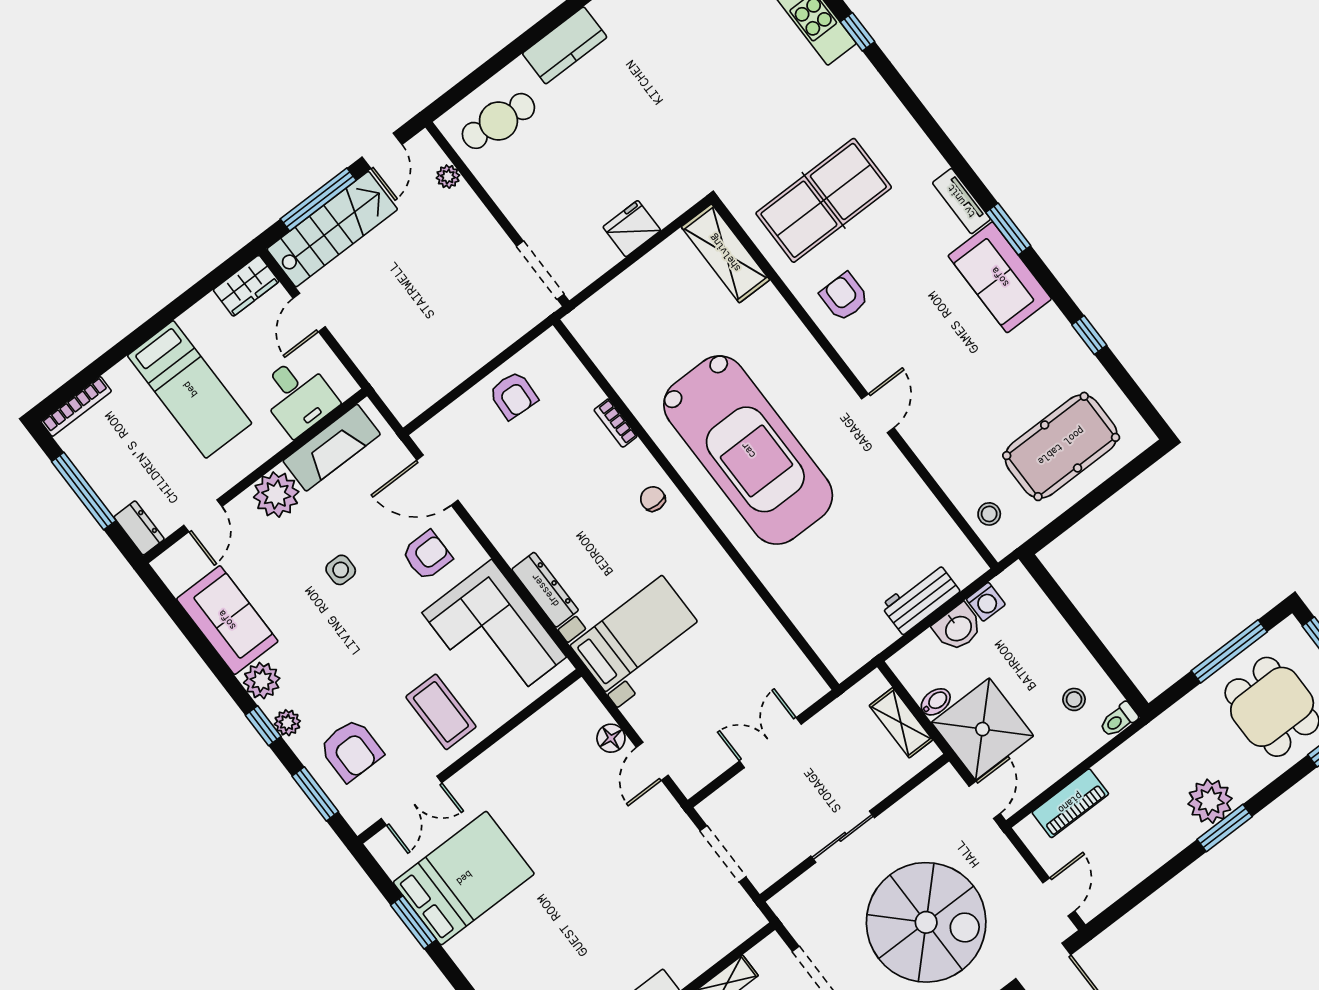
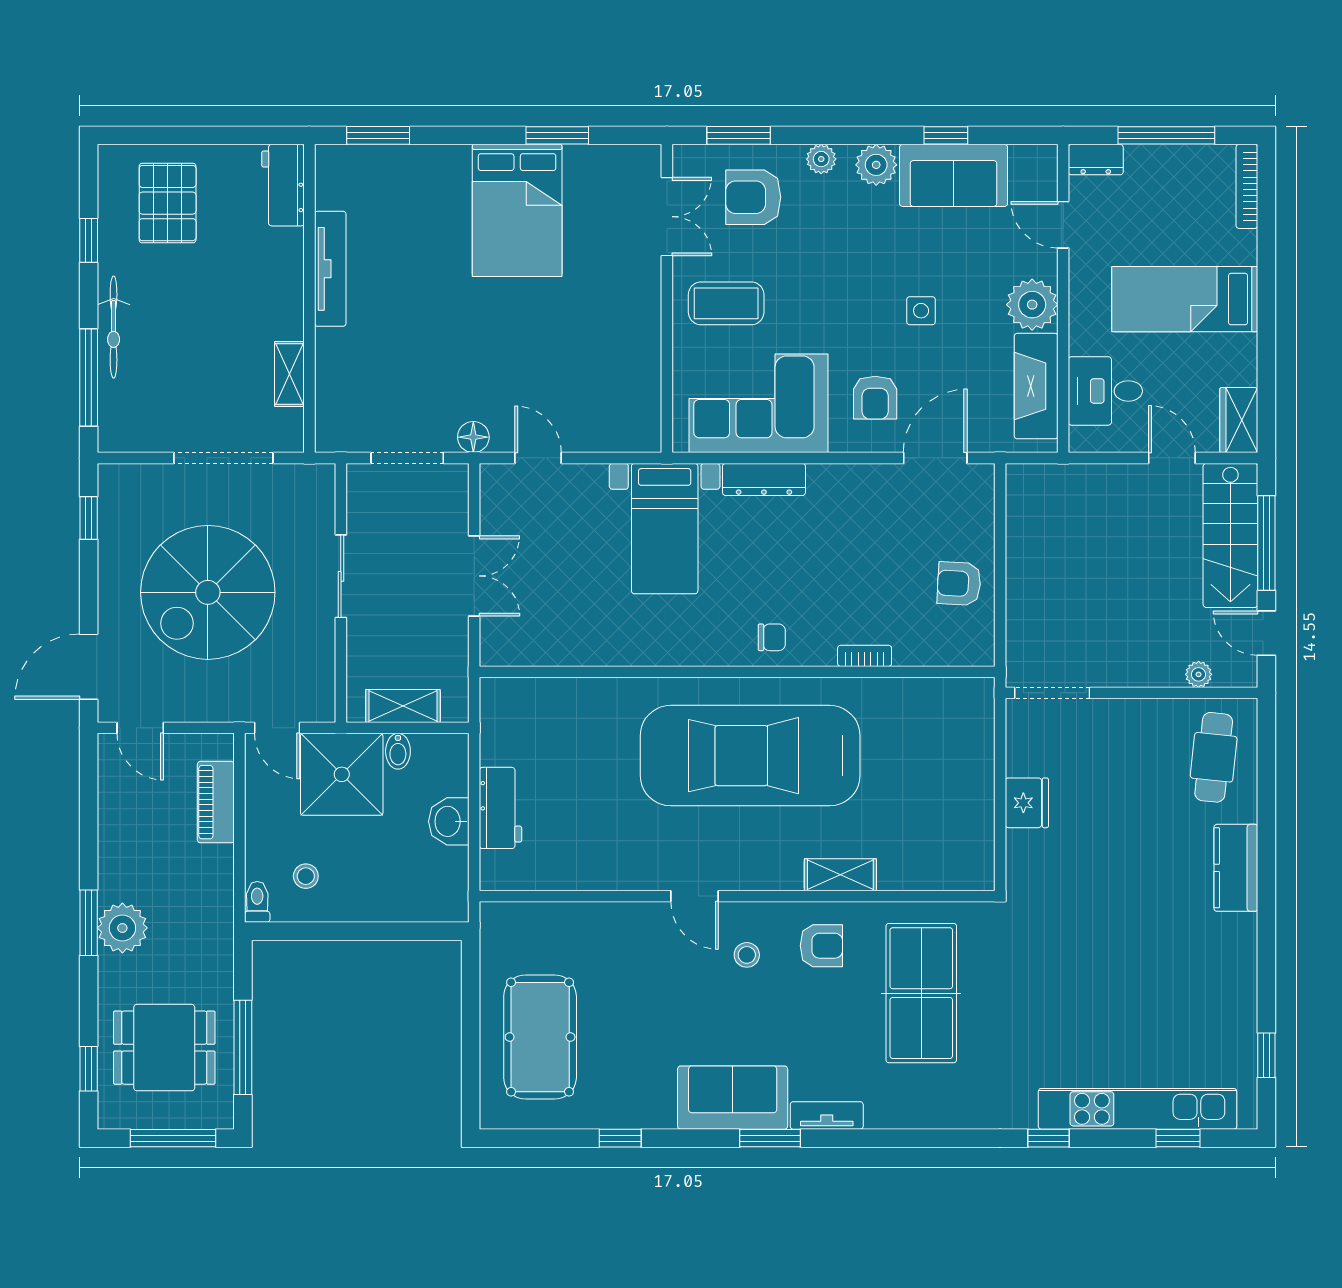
shelving: (725, 253) -> (840, 875), moved, width x0.67, depth x0.75
stool: (989, 514) -> (747, 955), moved
washing machine: (986, 602) -> (453, 864), removed
window: (263, 726) -> (946, 135), moved
floor lamp: (611, 738) -> (473, 437), moved
double door: (412, 801) -> (667, 217), swing flipped
bed: (464, 878) -> (517, 210), moved

